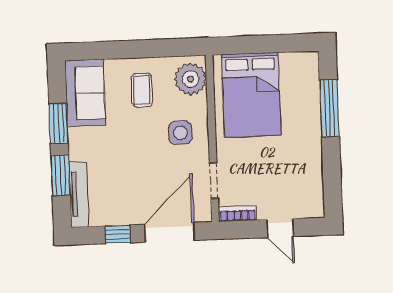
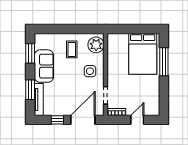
sofa: (85, 93) -> (44, 66), moved
bed: (251, 95) -> (143, 54), moved
window: (59, 124) -> (30, 53), moved
door: (280, 228) -> (137, 120), swing flipped

